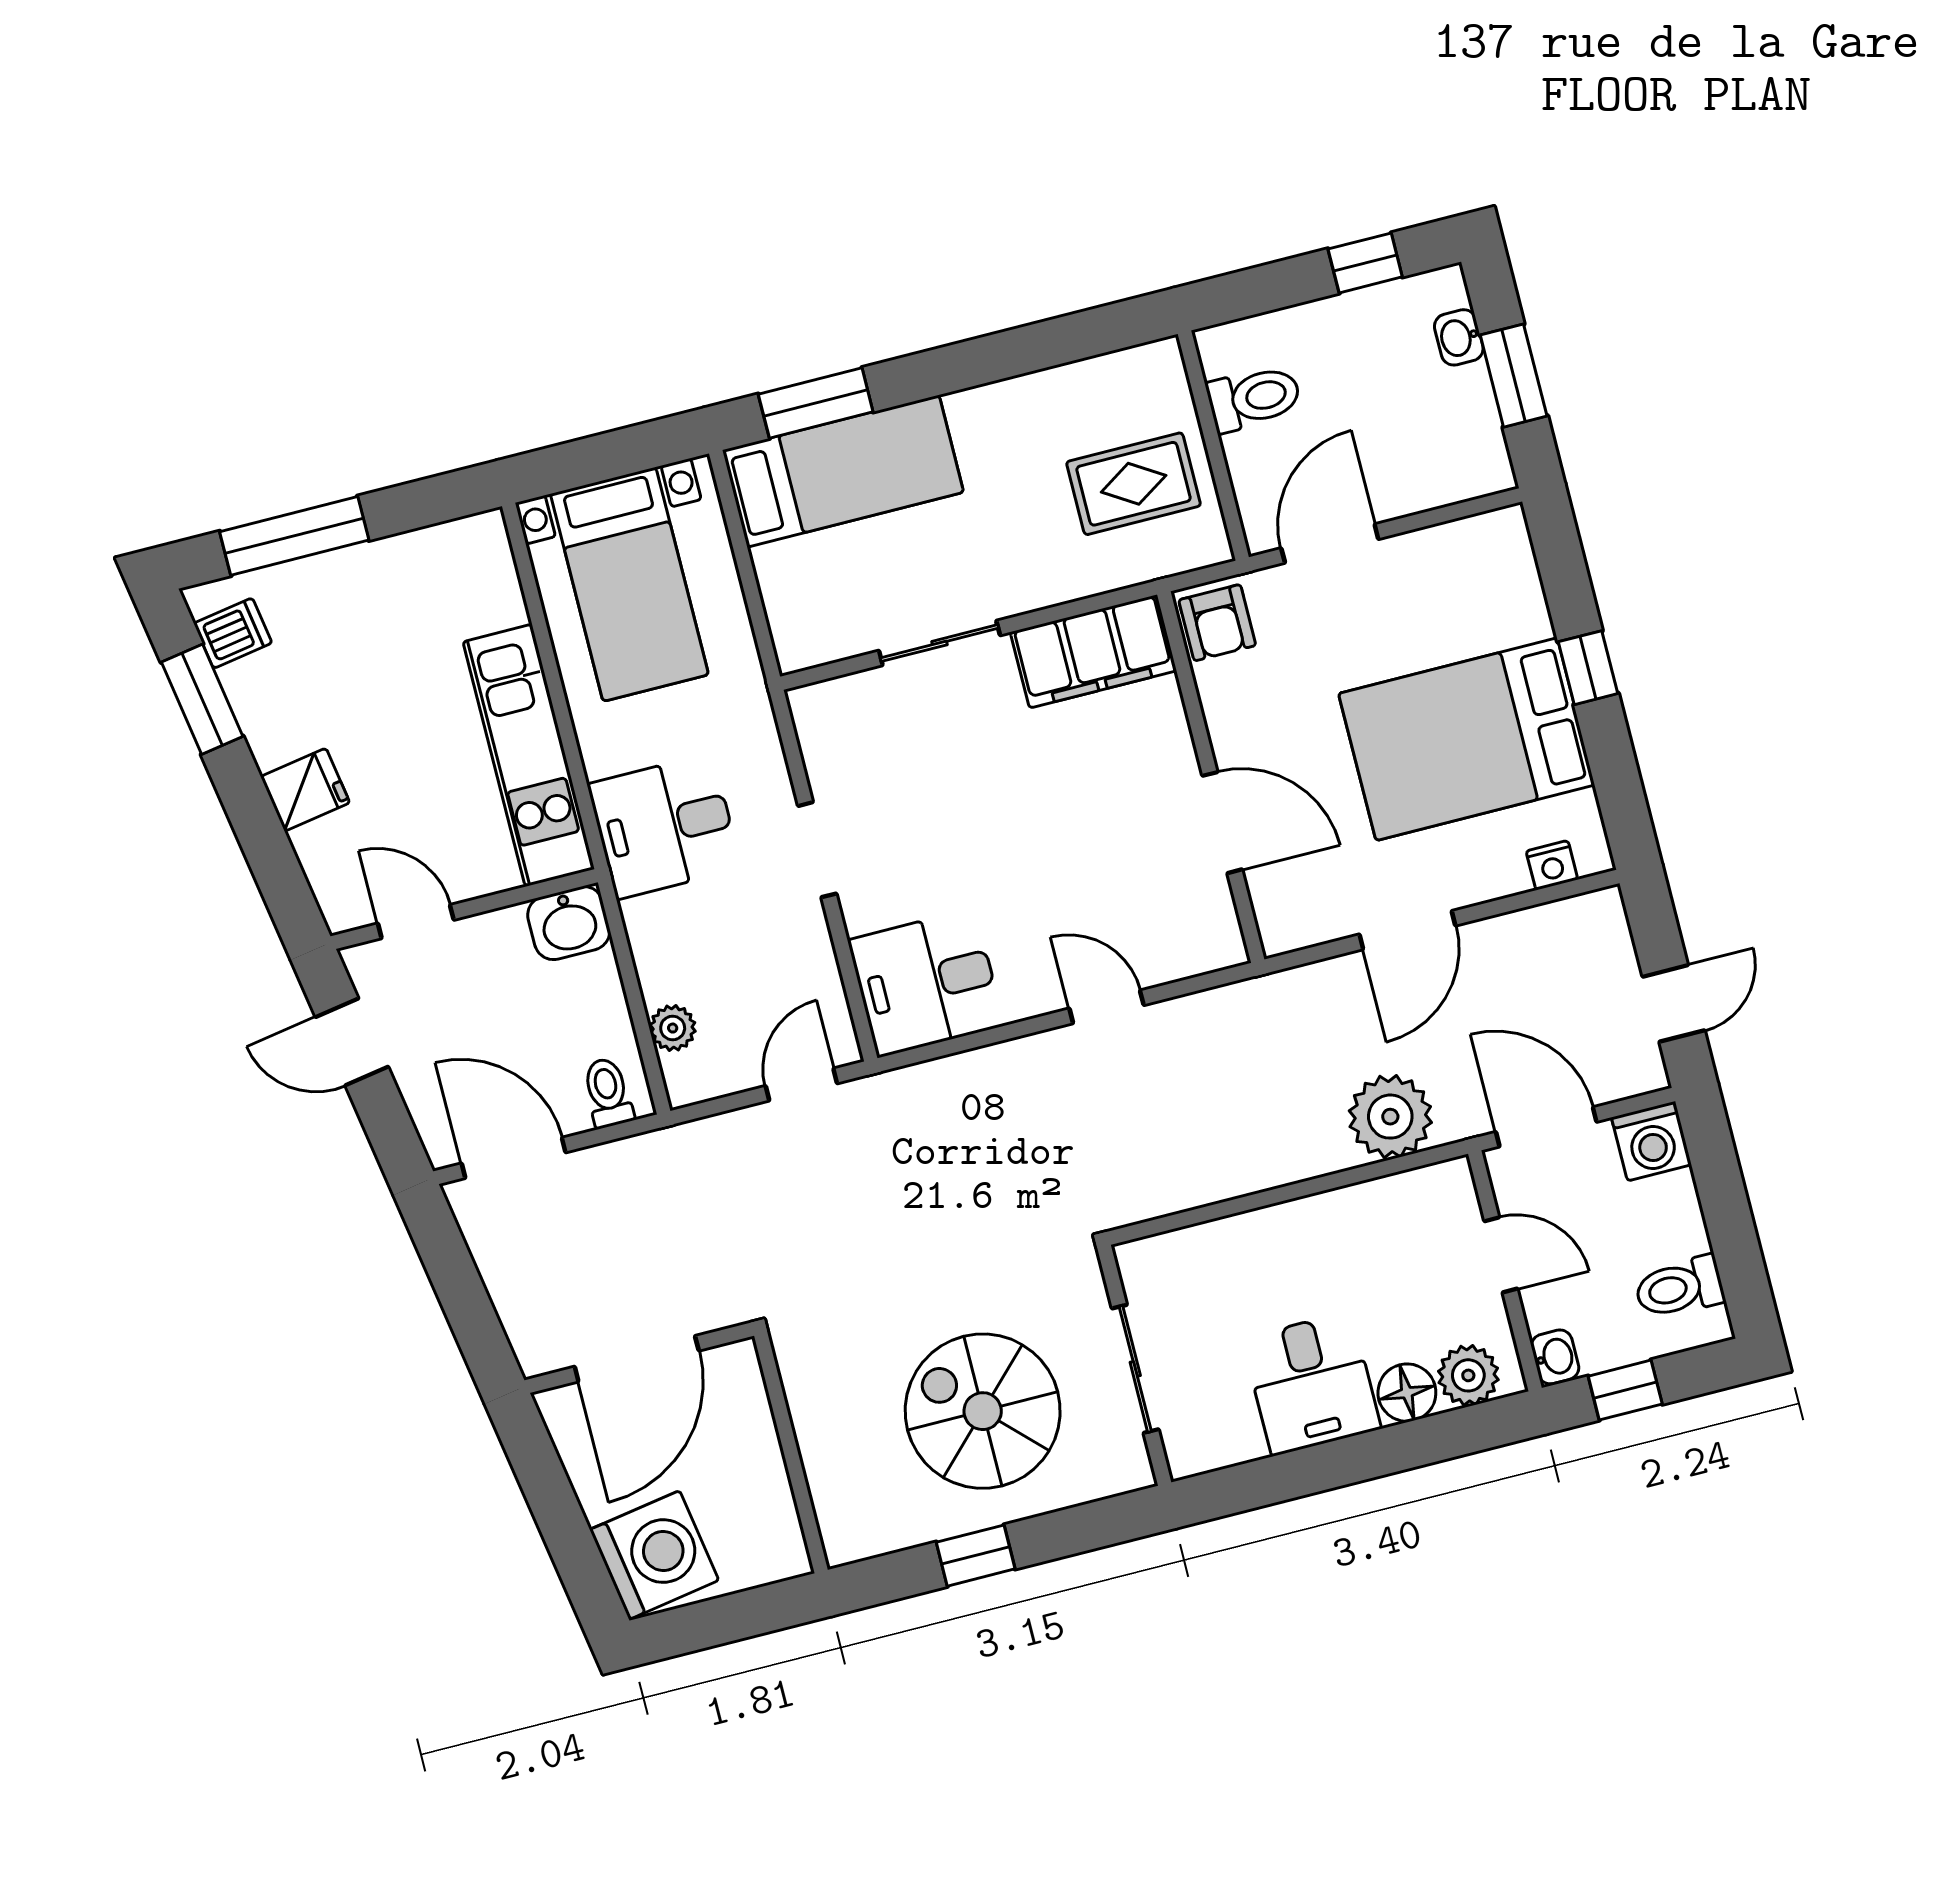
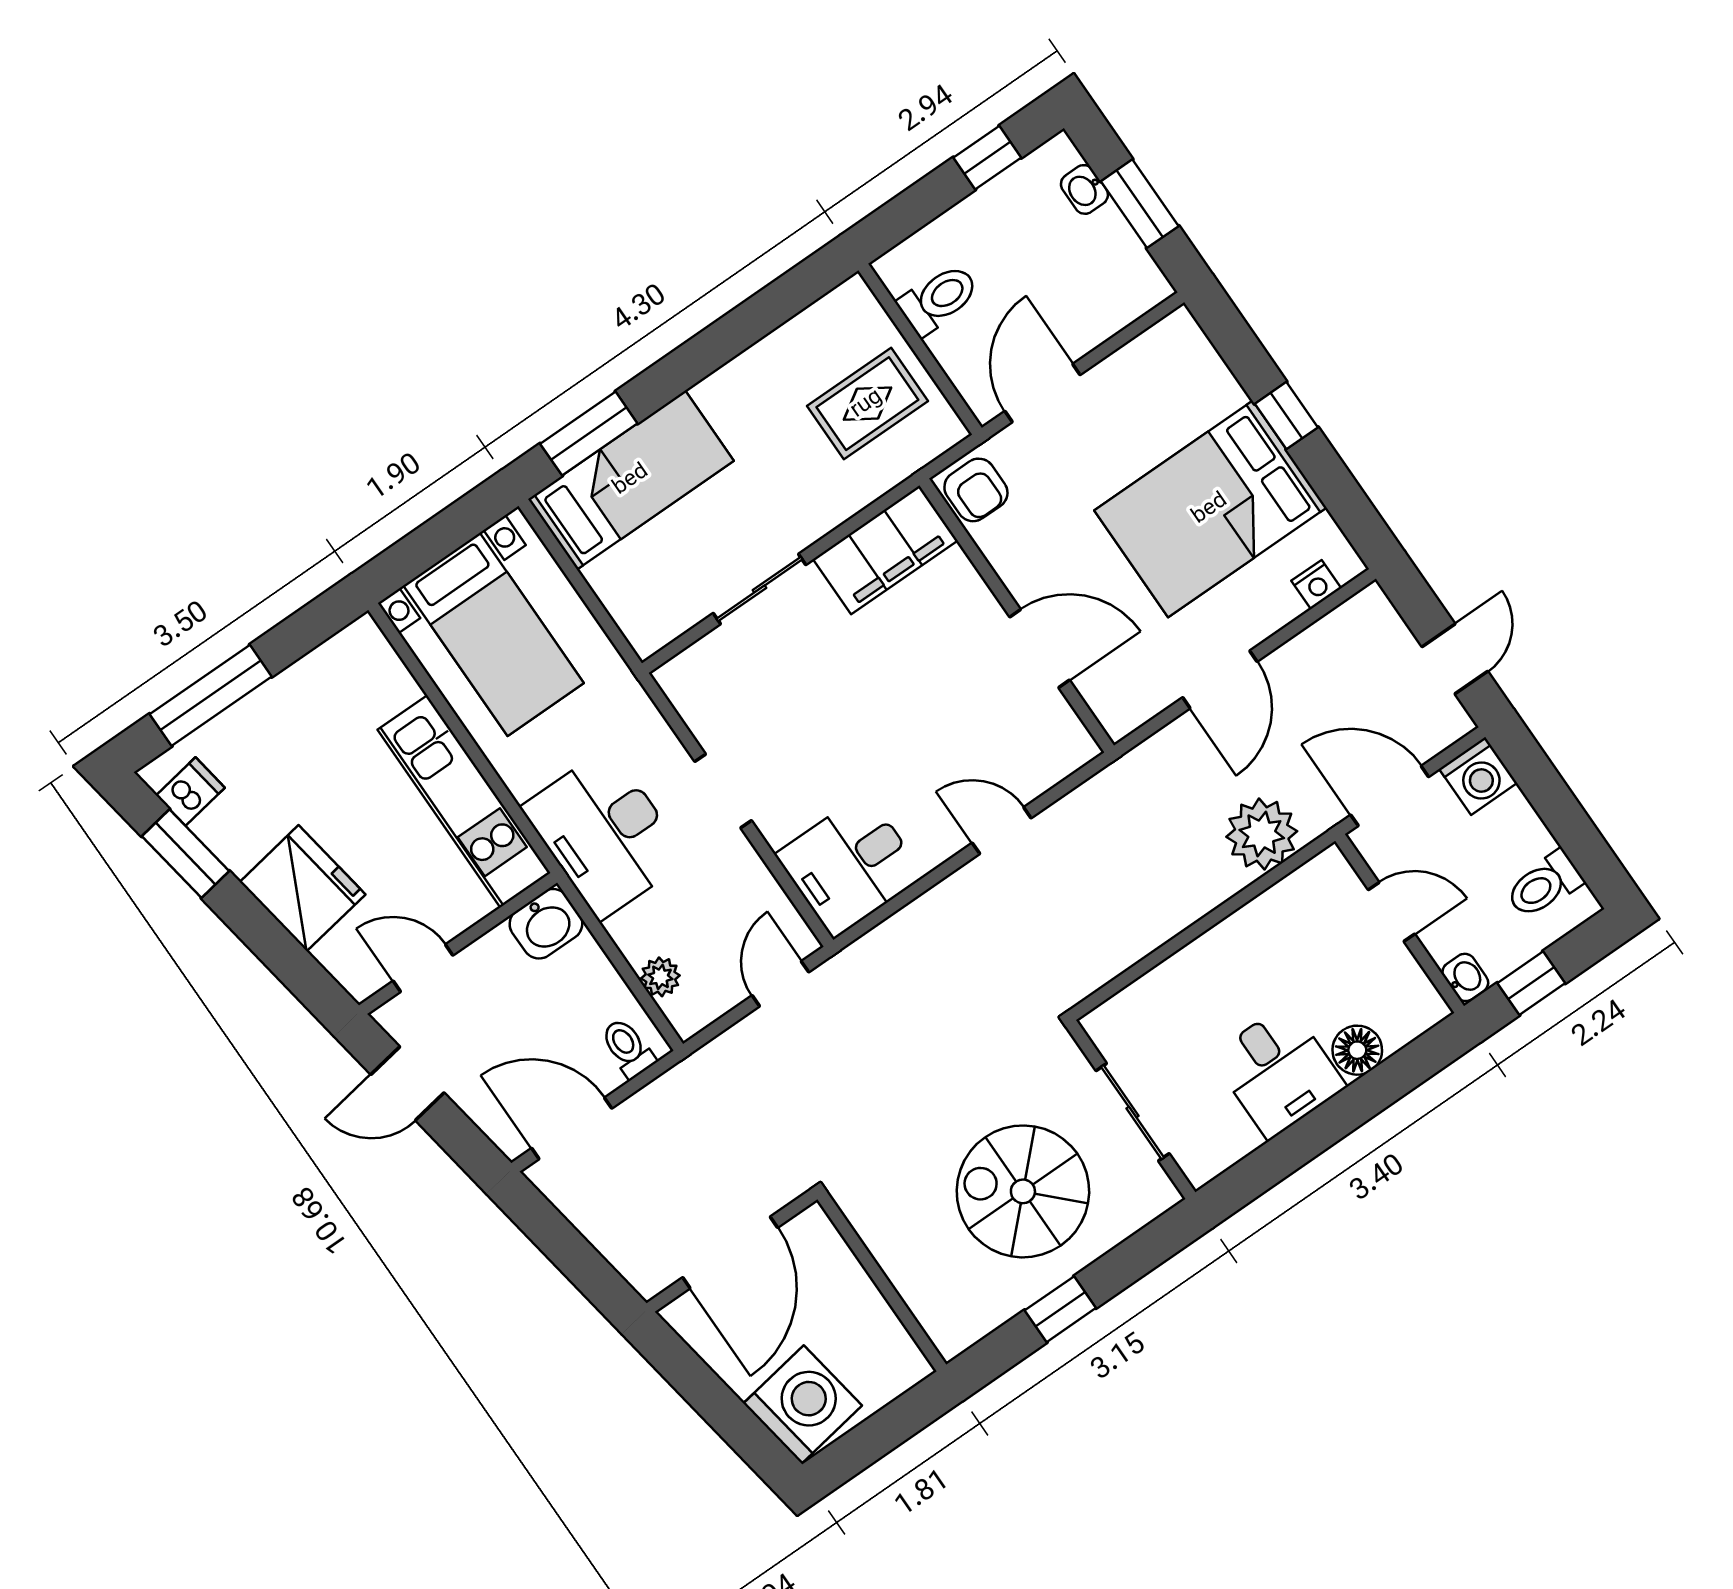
fridge: (305, 790) -> (303, 888), width x1.88, depth x1.34
desk: (664, 826) -> (605, 833), width x1.37
plant: (1468, 1375) -> (1401, 1018), removed

